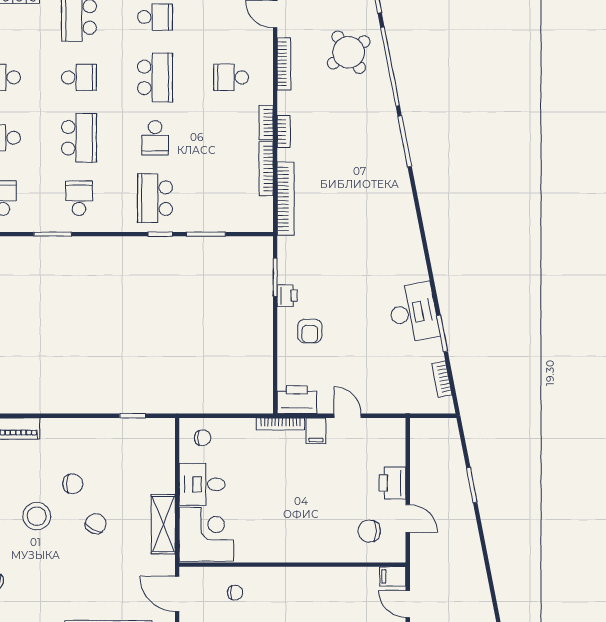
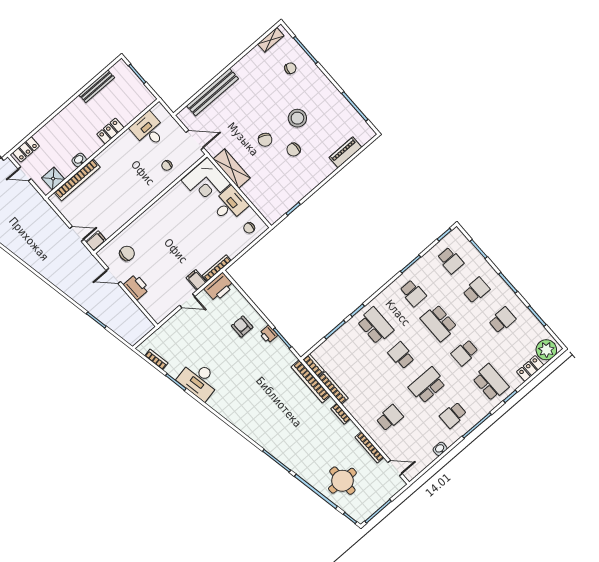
round table: (349, 52) -> (342, 481), turned 35
school desk: (155, 77) -> (427, 385), turned 90
bookcase: (266, 123) -> (313, 365), moved

